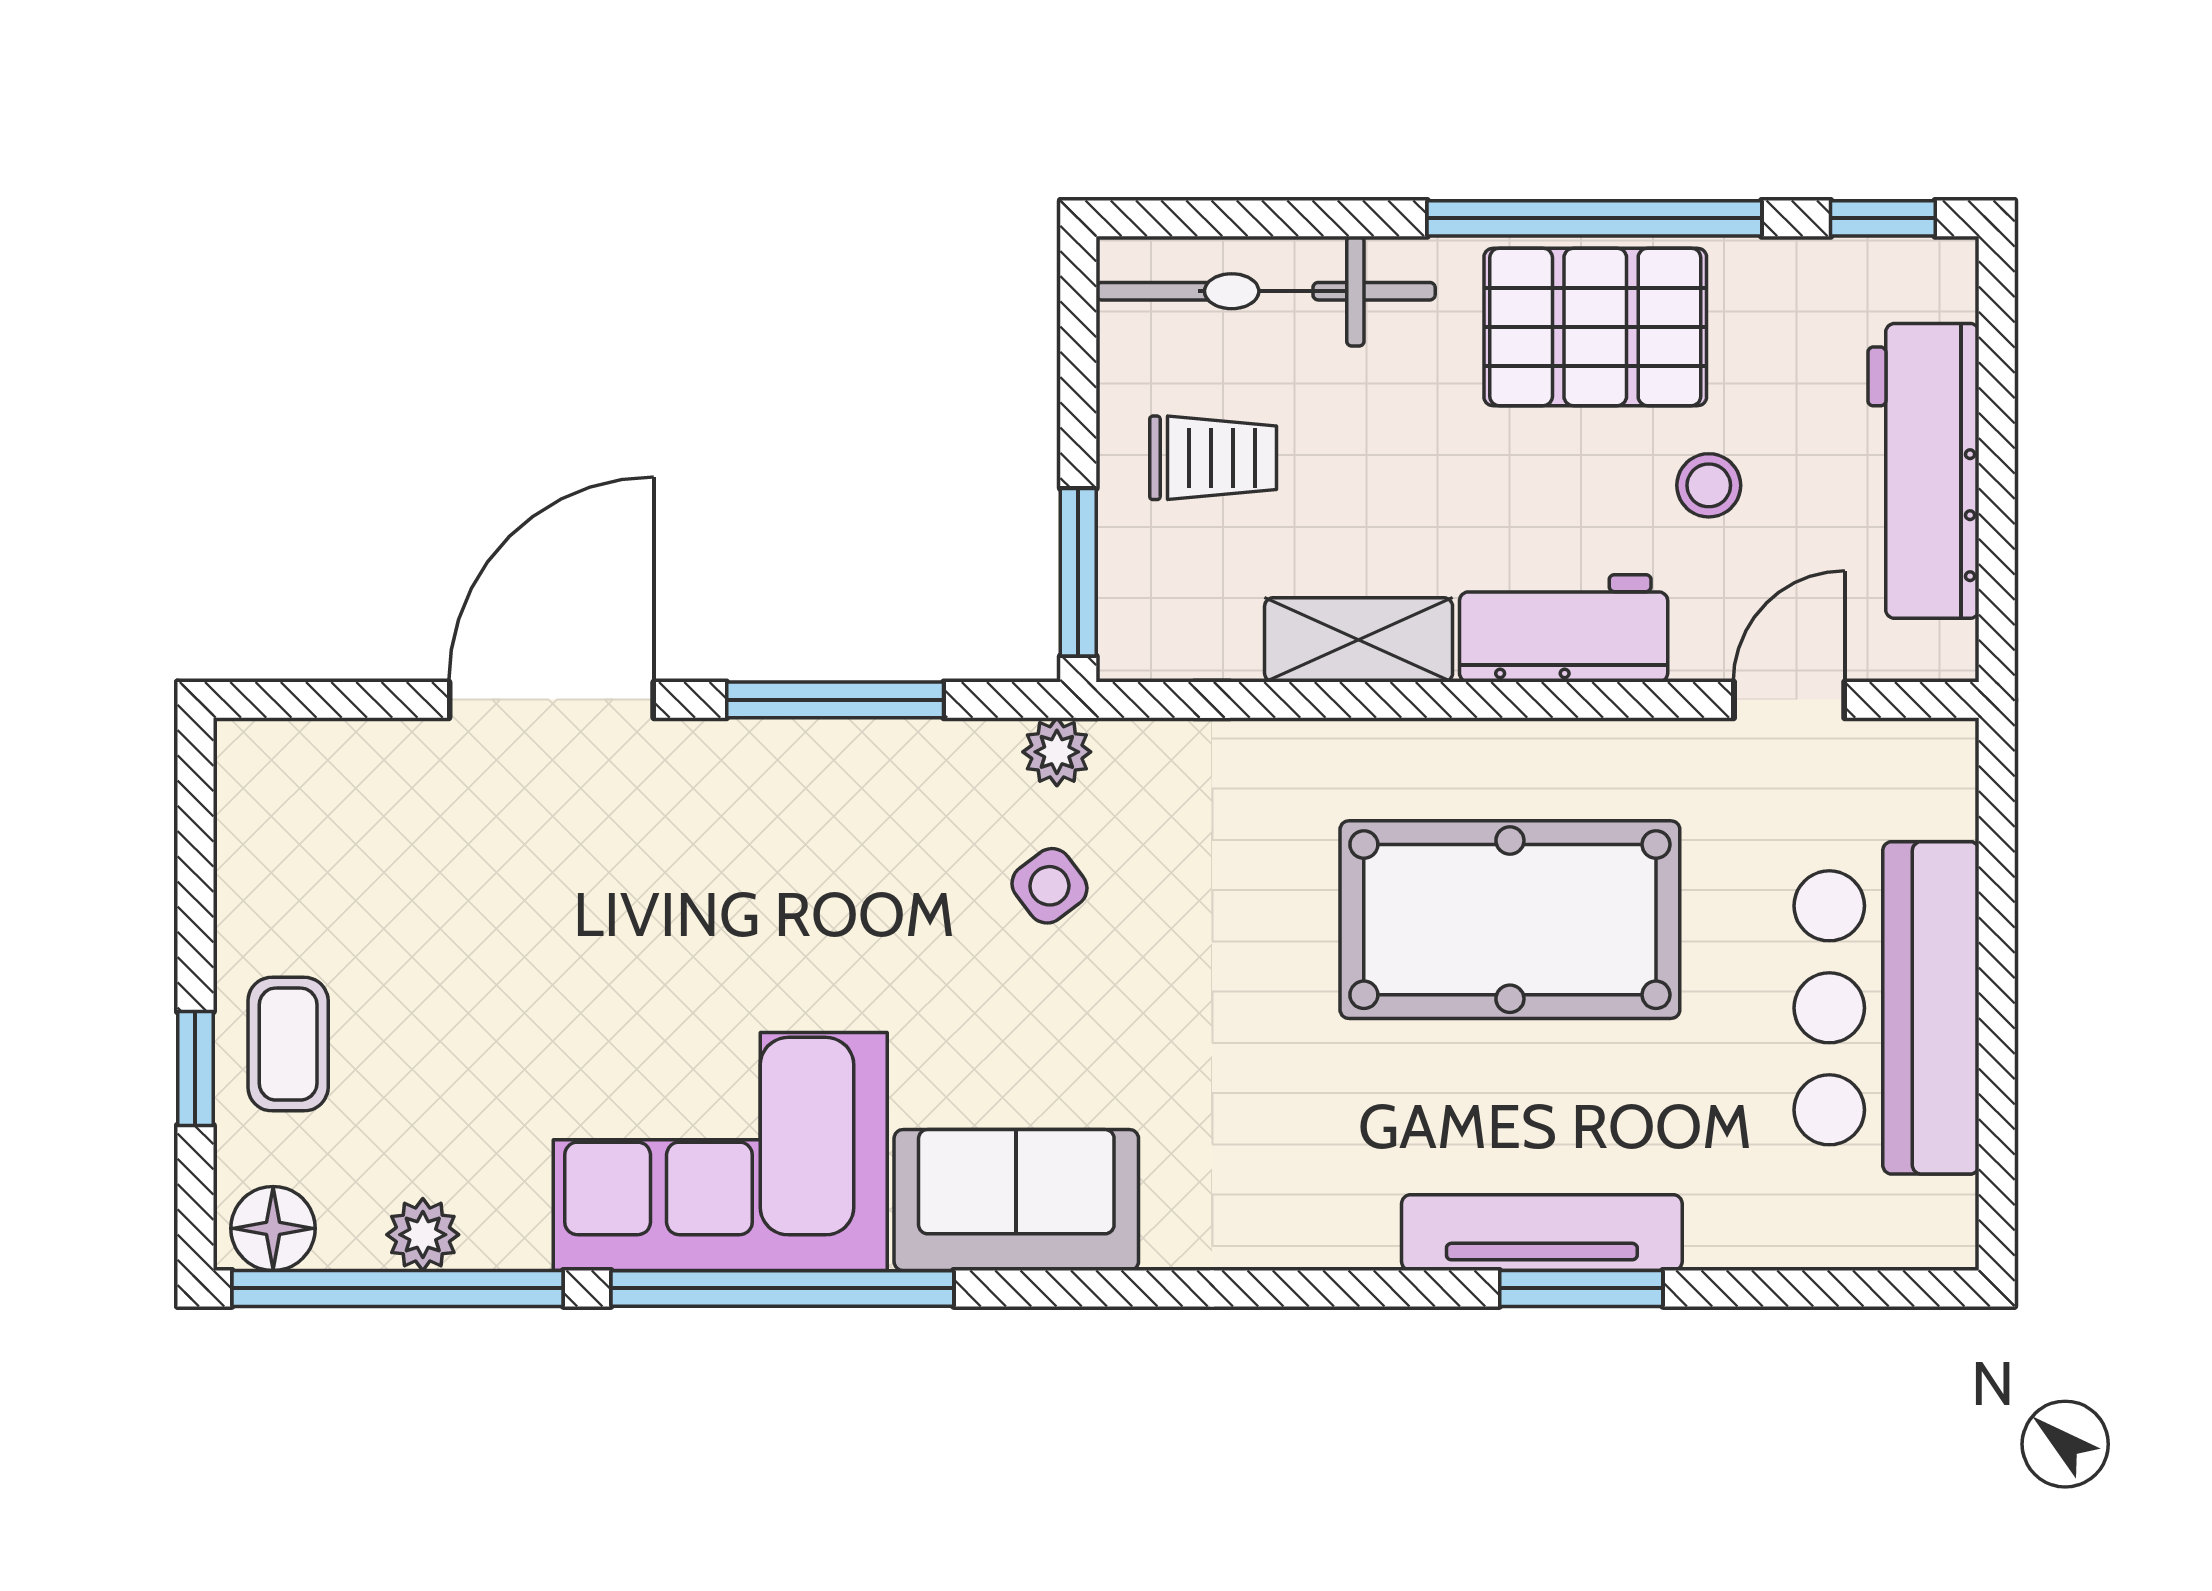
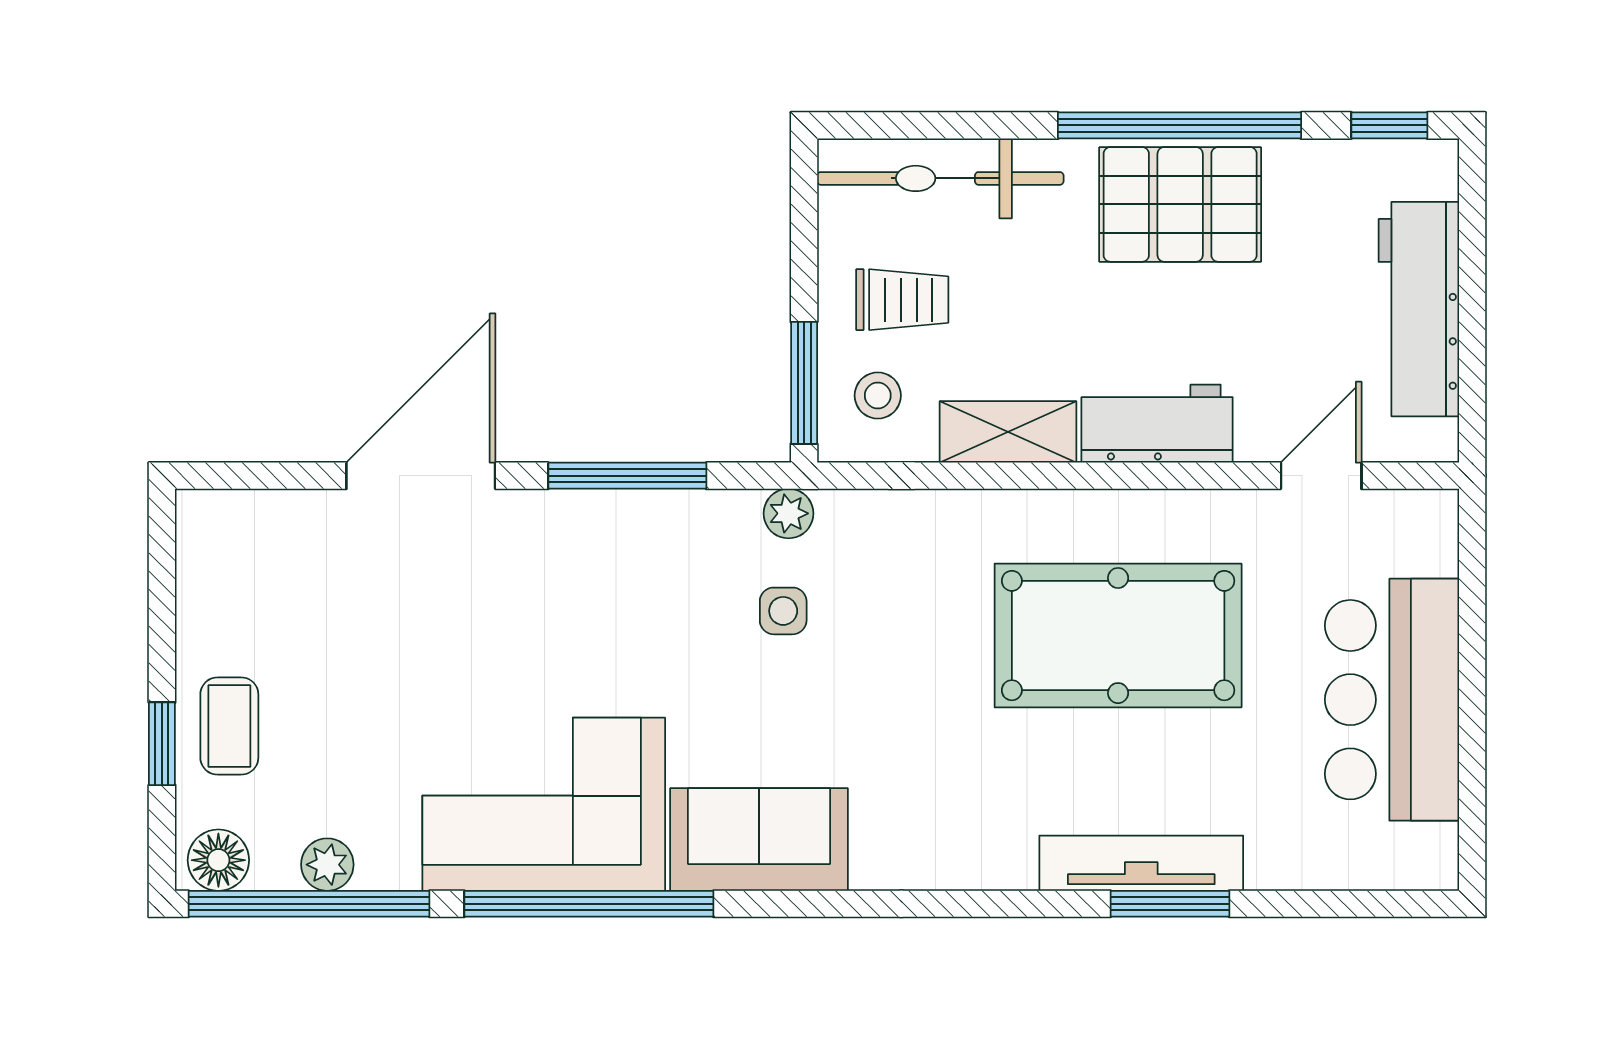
stool: (1709, 485) -> (878, 395), moved
side table: (1049, 886) -> (783, 611), turned 37

